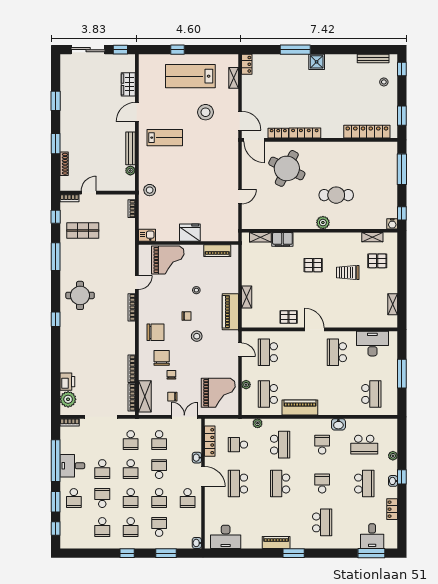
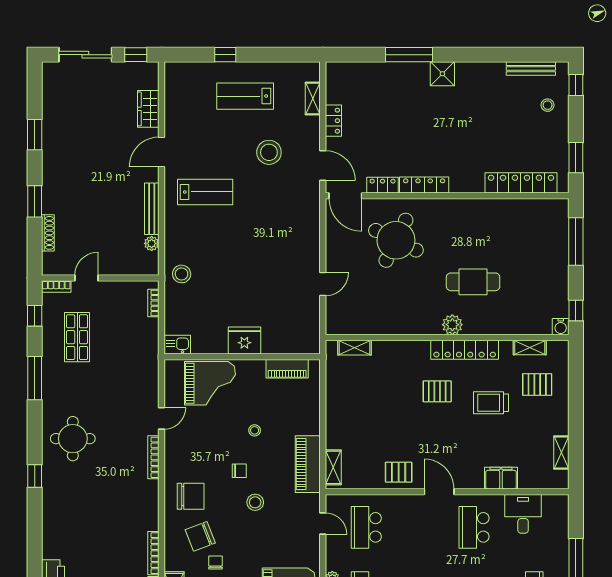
locker: (247, 64) -> (333, 121), moved
lab bench: (190, 76) -> (245, 96), width x0.73, depth x0.72
shop shelf: (83, 230) -> (77, 337), turned 90
filing cabinet: (282, 239) -> (501, 478), moved, turned 180
locker: (331, 239) -> (465, 350), added
shelving: (247, 297) -> (333, 467), moved
desk: (372, 344) -> (523, 514), width x0.73
chair: (162, 358) -> (200, 536), turned -111

